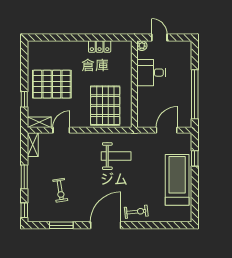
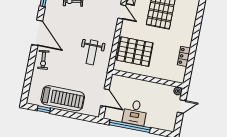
desk: (151, 73) -> (135, 113), moved, turned 180
window: (195, 158) -> (44, 109), moved

